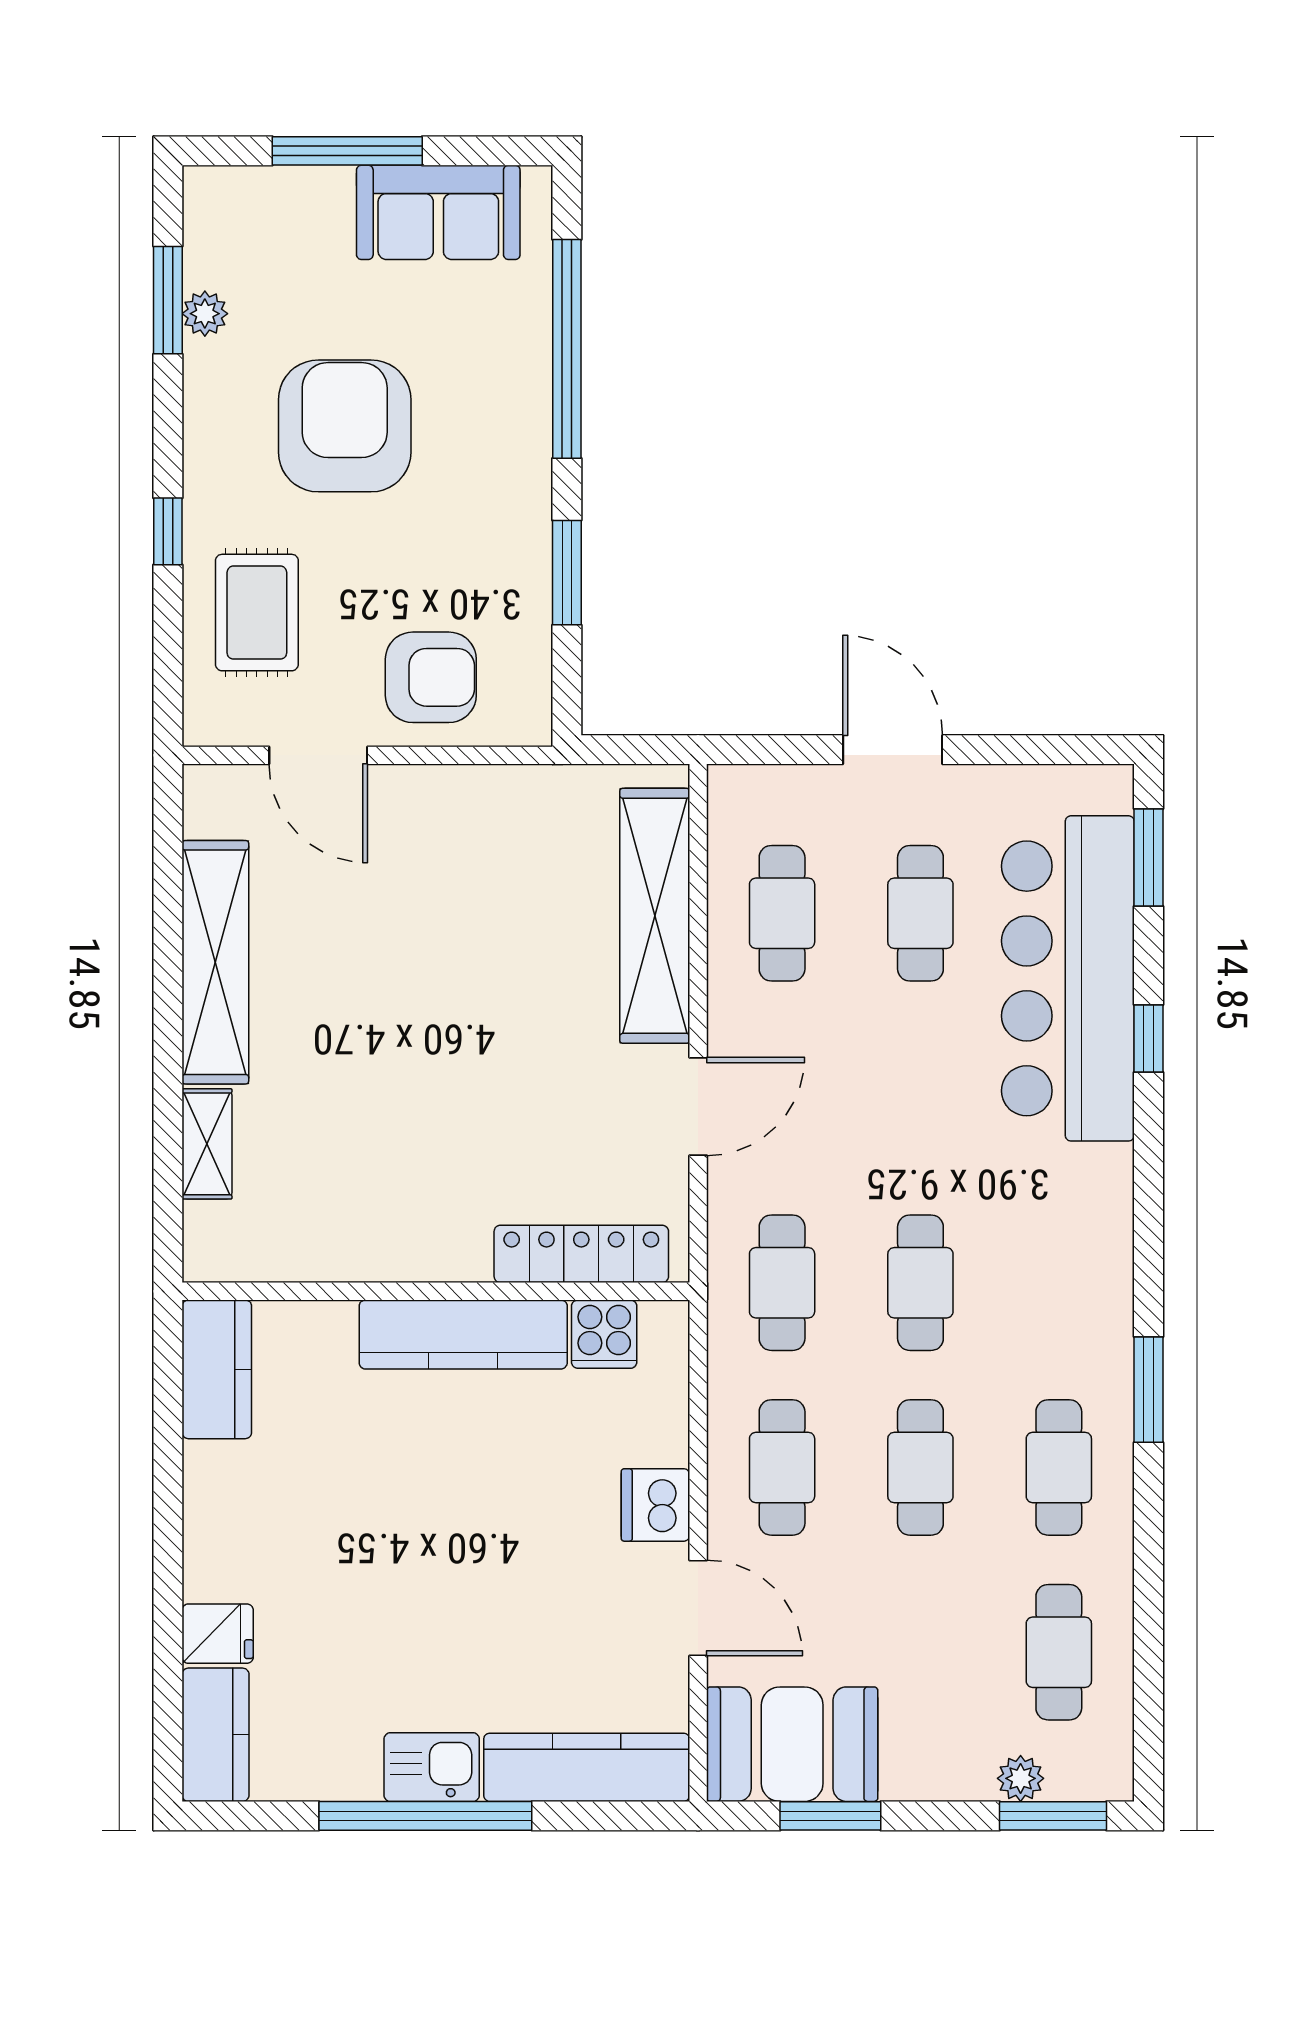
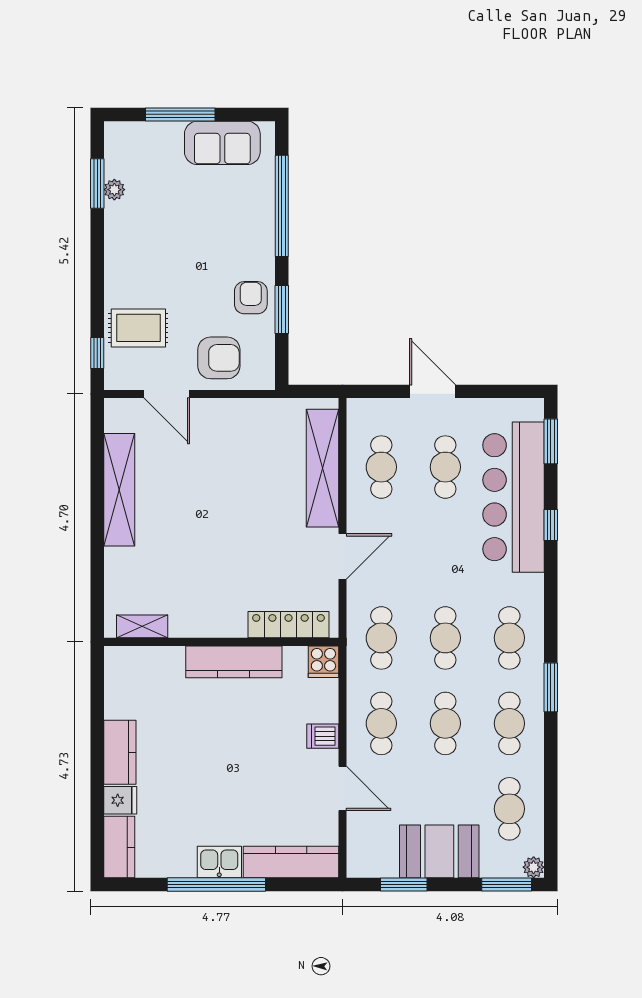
armchair: (345, 426) -> (251, 298), moved, width x0.53, depth x0.53
window: (168, 531) -> (97, 353), moved
rug: (257, 613) -> (138, 328), turned 90
shelving: (207, 1144) -> (142, 626), moved, turned 90
cafe table: (1059, 1283) -> (509, 638), added
cooker: (604, 1334) -> (323, 662), moved
kitchen counter: (217, 1369) -> (120, 752), moved
dishwasher: (655, 1505) -> (323, 736), width x0.73
booth: (792, 1744) -> (439, 851), moved
plant: (1021, 1778) -> (534, 867), moved

